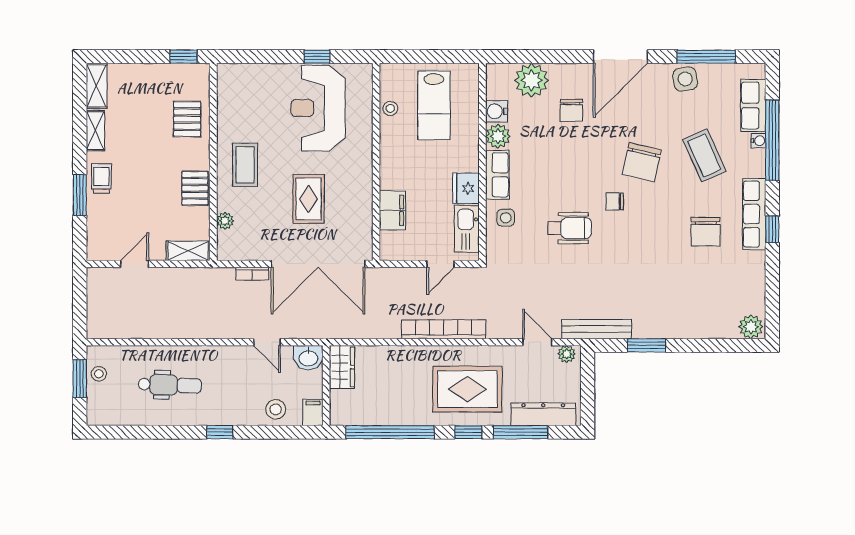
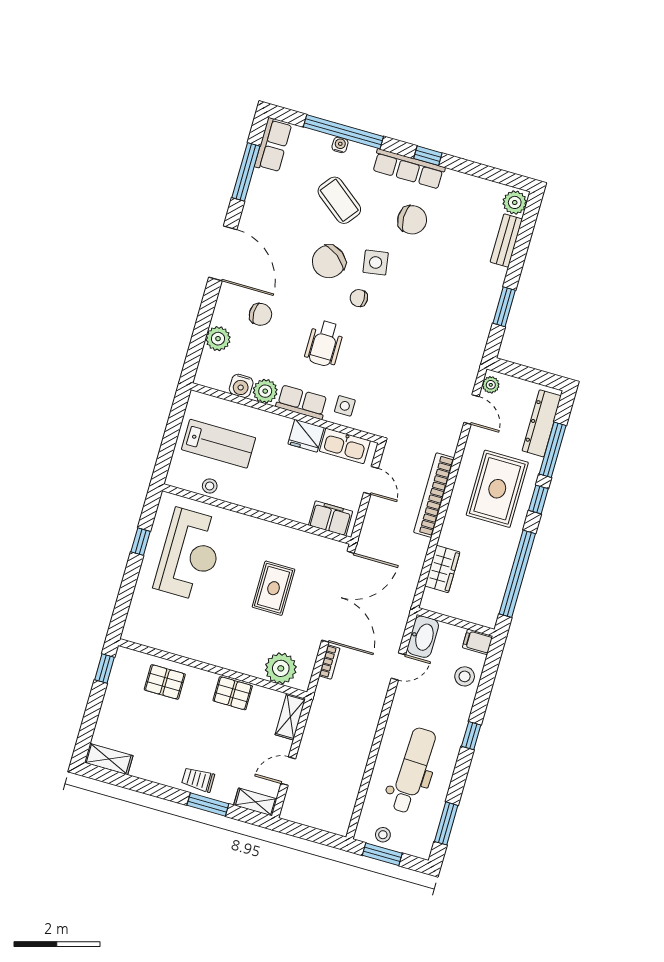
side table: (685, 79) -> (376, 263), moved
plant: (531, 80) -> (218, 339), width x0.73, depth x0.73
row of seats: (753, 105) -> (273, 145), moved, turned -90
reception desk: (318, 108) -> (190, 555), turned -90
shelving: (95, 131) -> (255, 802), moved
coffee table: (704, 155) -> (339, 200), turned 62
chair: (642, 162) -> (329, 262), turned 114
coffee table: (245, 165) -> (224, 639), removed
rug: (309, 199) -> (274, 588), turned 90
chair: (615, 202) -> (359, 298), turned 90
filing cabinet: (392, 210) -> (331, 518), moved
plant: (225, 221) -> (281, 668), width x1.87, depth x1.87
wheelchair: (570, 228) -> (324, 343), moved, turned 180
door: (135, 264) -> (288, 771), hinge flipped
bench: (596, 329) -> (506, 241), moved, width x0.73
door: (537, 342) -> (472, 409), swing flipped
washbasin: (308, 358) -> (423, 637), width x1.38
wardrobe: (342, 367) -> (442, 569), moved, turned 90
dental chair: (170, 385) -> (413, 770), width x1.36, depth x1.38
window: (127, 432) -> (446, 823), added

